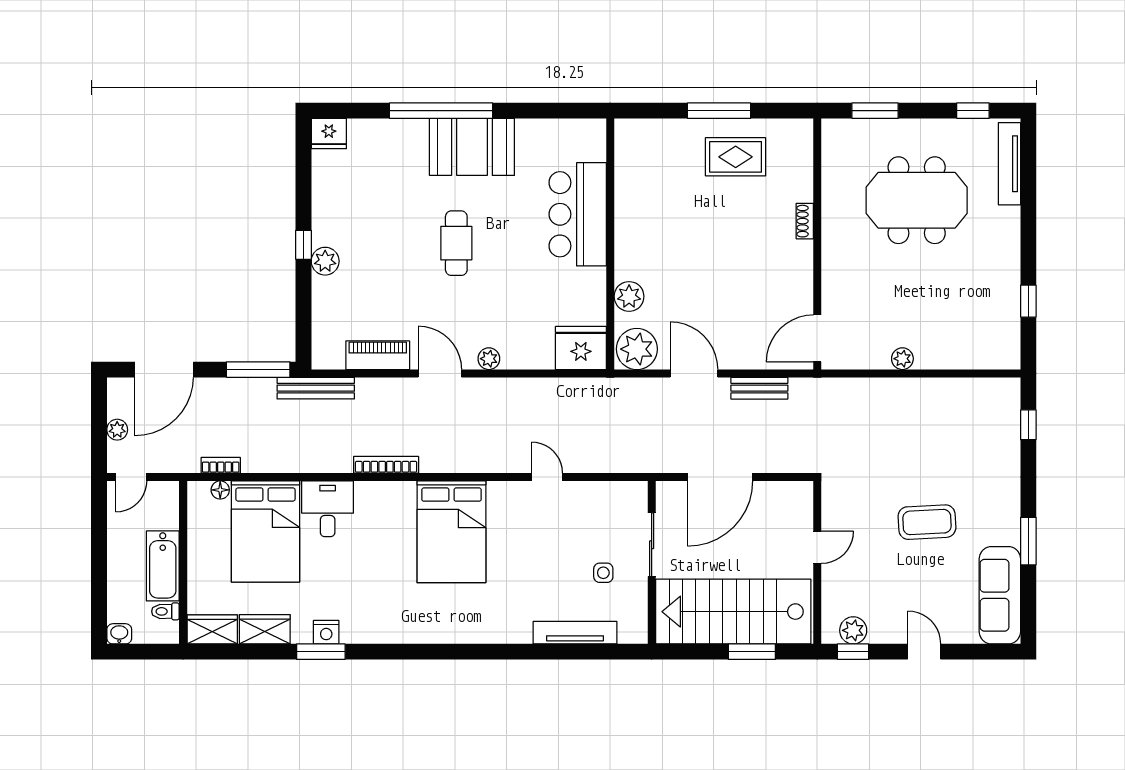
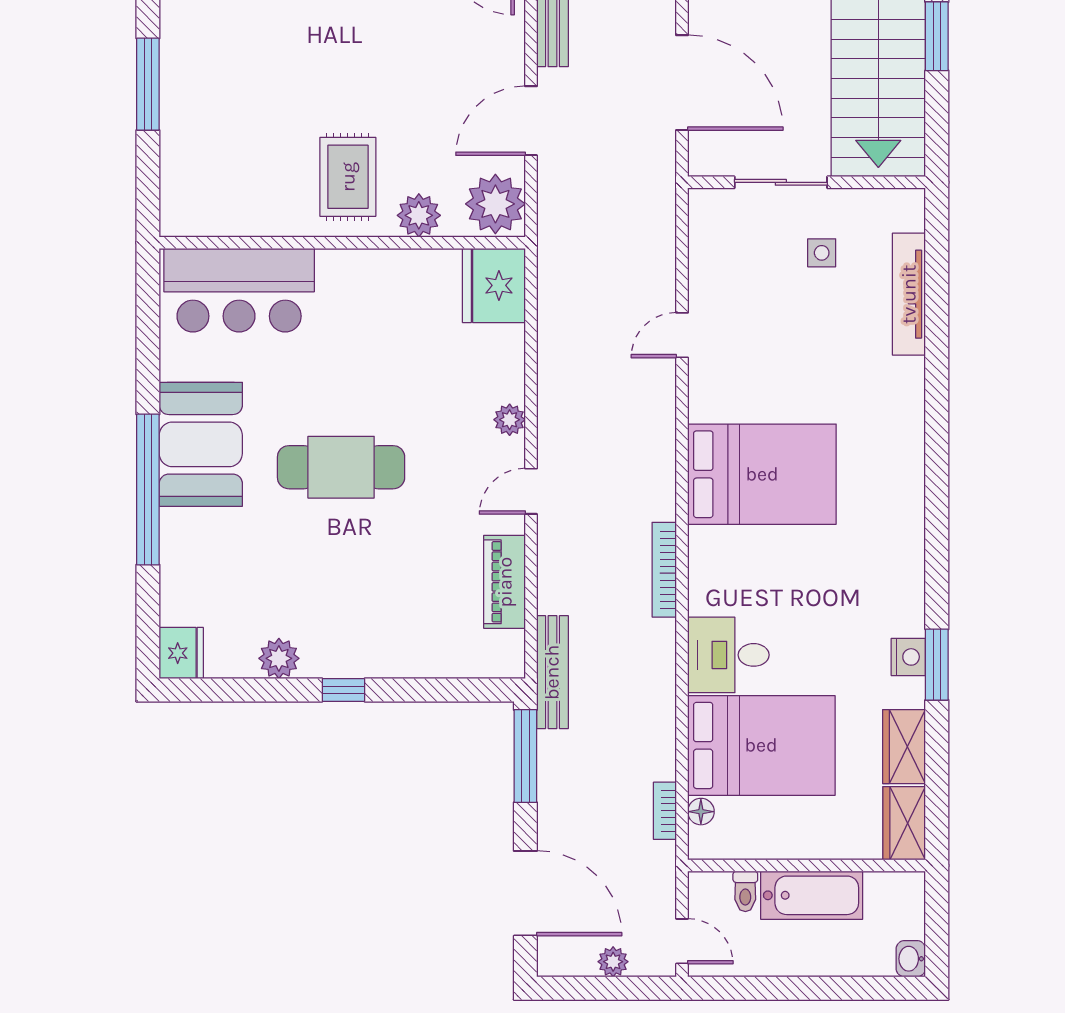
rug: (736, 157) -> (348, 177), moved
bar counter: (578, 214) -> (239, 290), moved
cafe table: (456, 243) -> (341, 467), width x1.37, depth x1.35
plant: (325, 261) -> (279, 658), moved
door: (440, 373) -> (531, 491), width x0.73
toilet: (165, 611) -> (745, 891), moved

